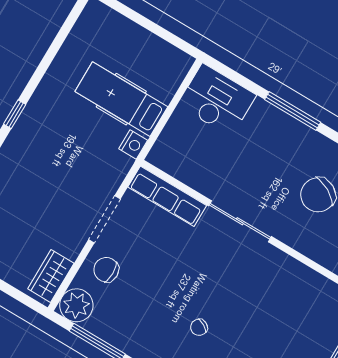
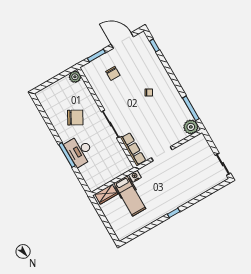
desk: (217, 100) -> (80, 151), moved
chair: (106, 270) -> (113, 73), moved
wardrobe: (51, 276) -> (106, 194), moved

